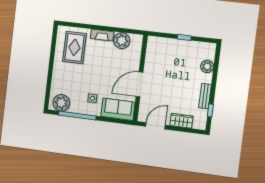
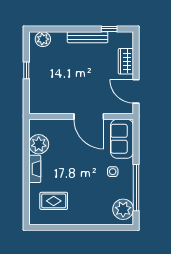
rug: (74, 47) -> (54, 201), width x0.73, depth x0.70
plant: (207, 66) -> (43, 39), moved
bench: (205, 96) -> (88, 37), width x1.36

